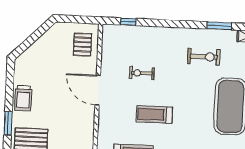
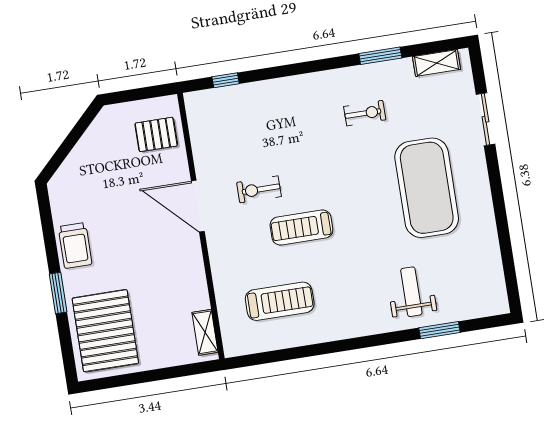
pallet: (82, 44) -> (156, 134), turned 90
exercise bike: (204, 57) -> (365, 113), width x0.73, depth x0.72
exercise bike: (142, 73) -> (259, 189), moved

